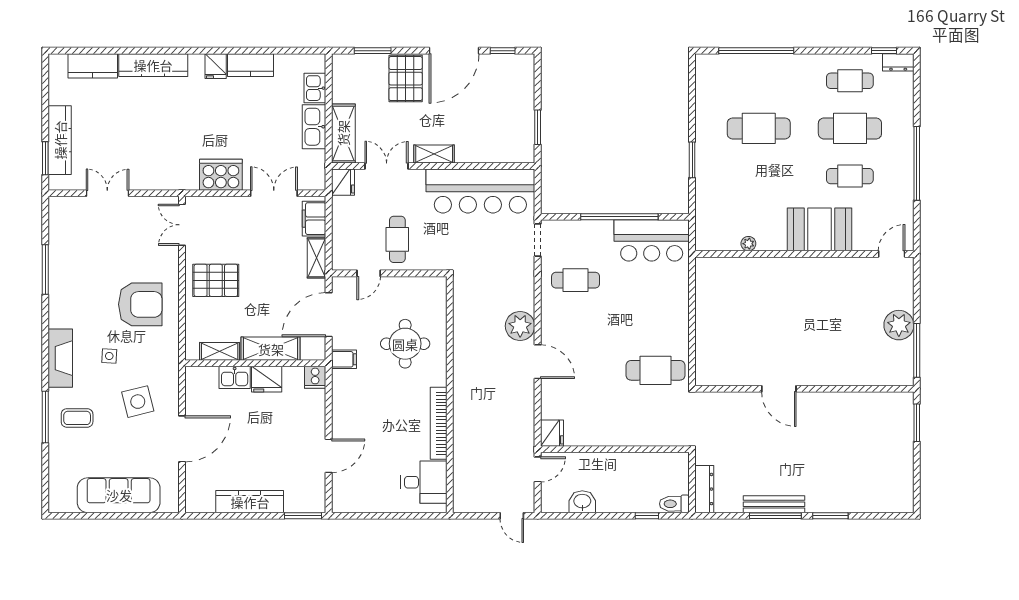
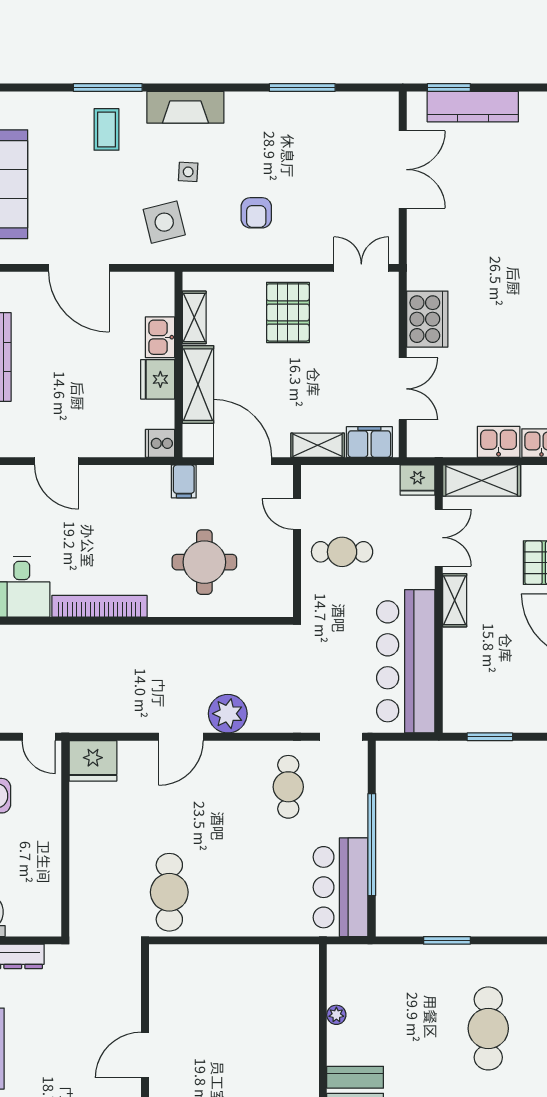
kitchen sink: (314, 127) -> (499, 442), width x0.73
double door: (107, 193) -> (403, 170), width x1.37
armchair: (140, 304) -> (256, 213), width x0.53, depth x0.53
side table: (138, 402) -> (164, 222), moved
fridge: (552, 433) -> (93, 761), width x1.36, depth x1.34

